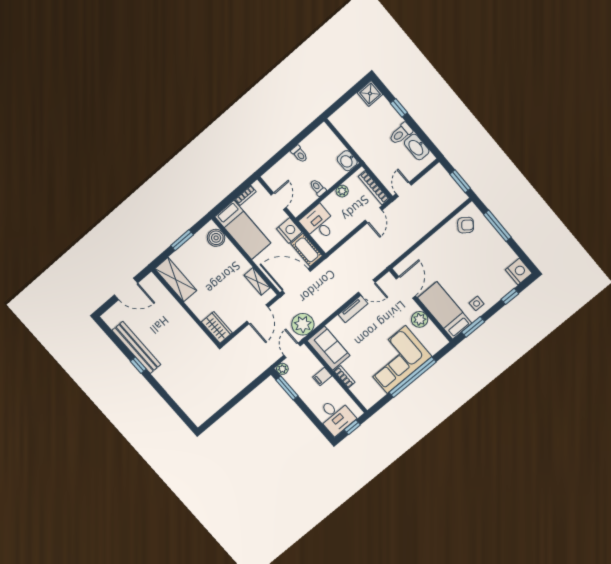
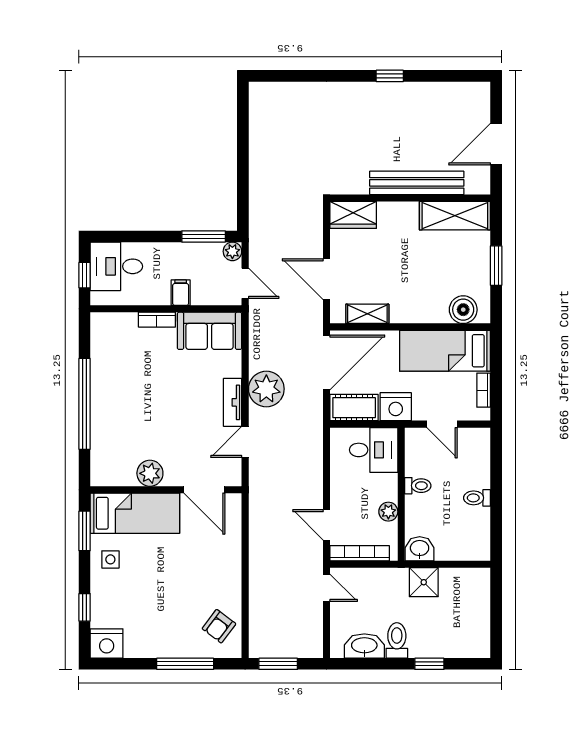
shower: (370, 93) -> (424, 582), moved
plant: (303, 324) -> (266, 389), moved
bench: (137, 347) -> (417, 183), moved
corner sofa: (396, 360) -> (124, 402), removed

